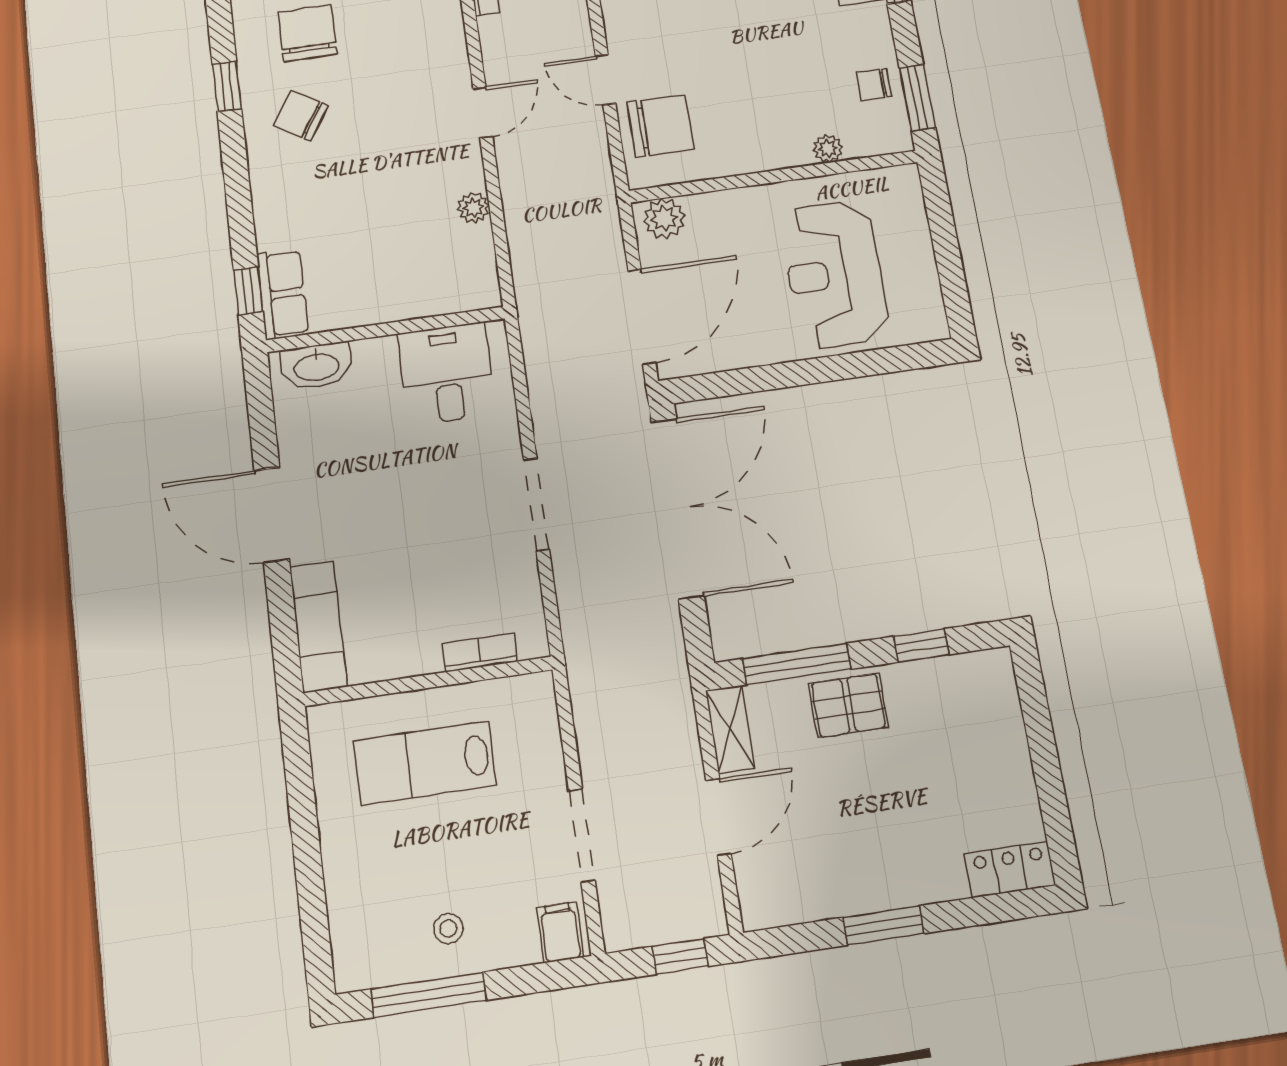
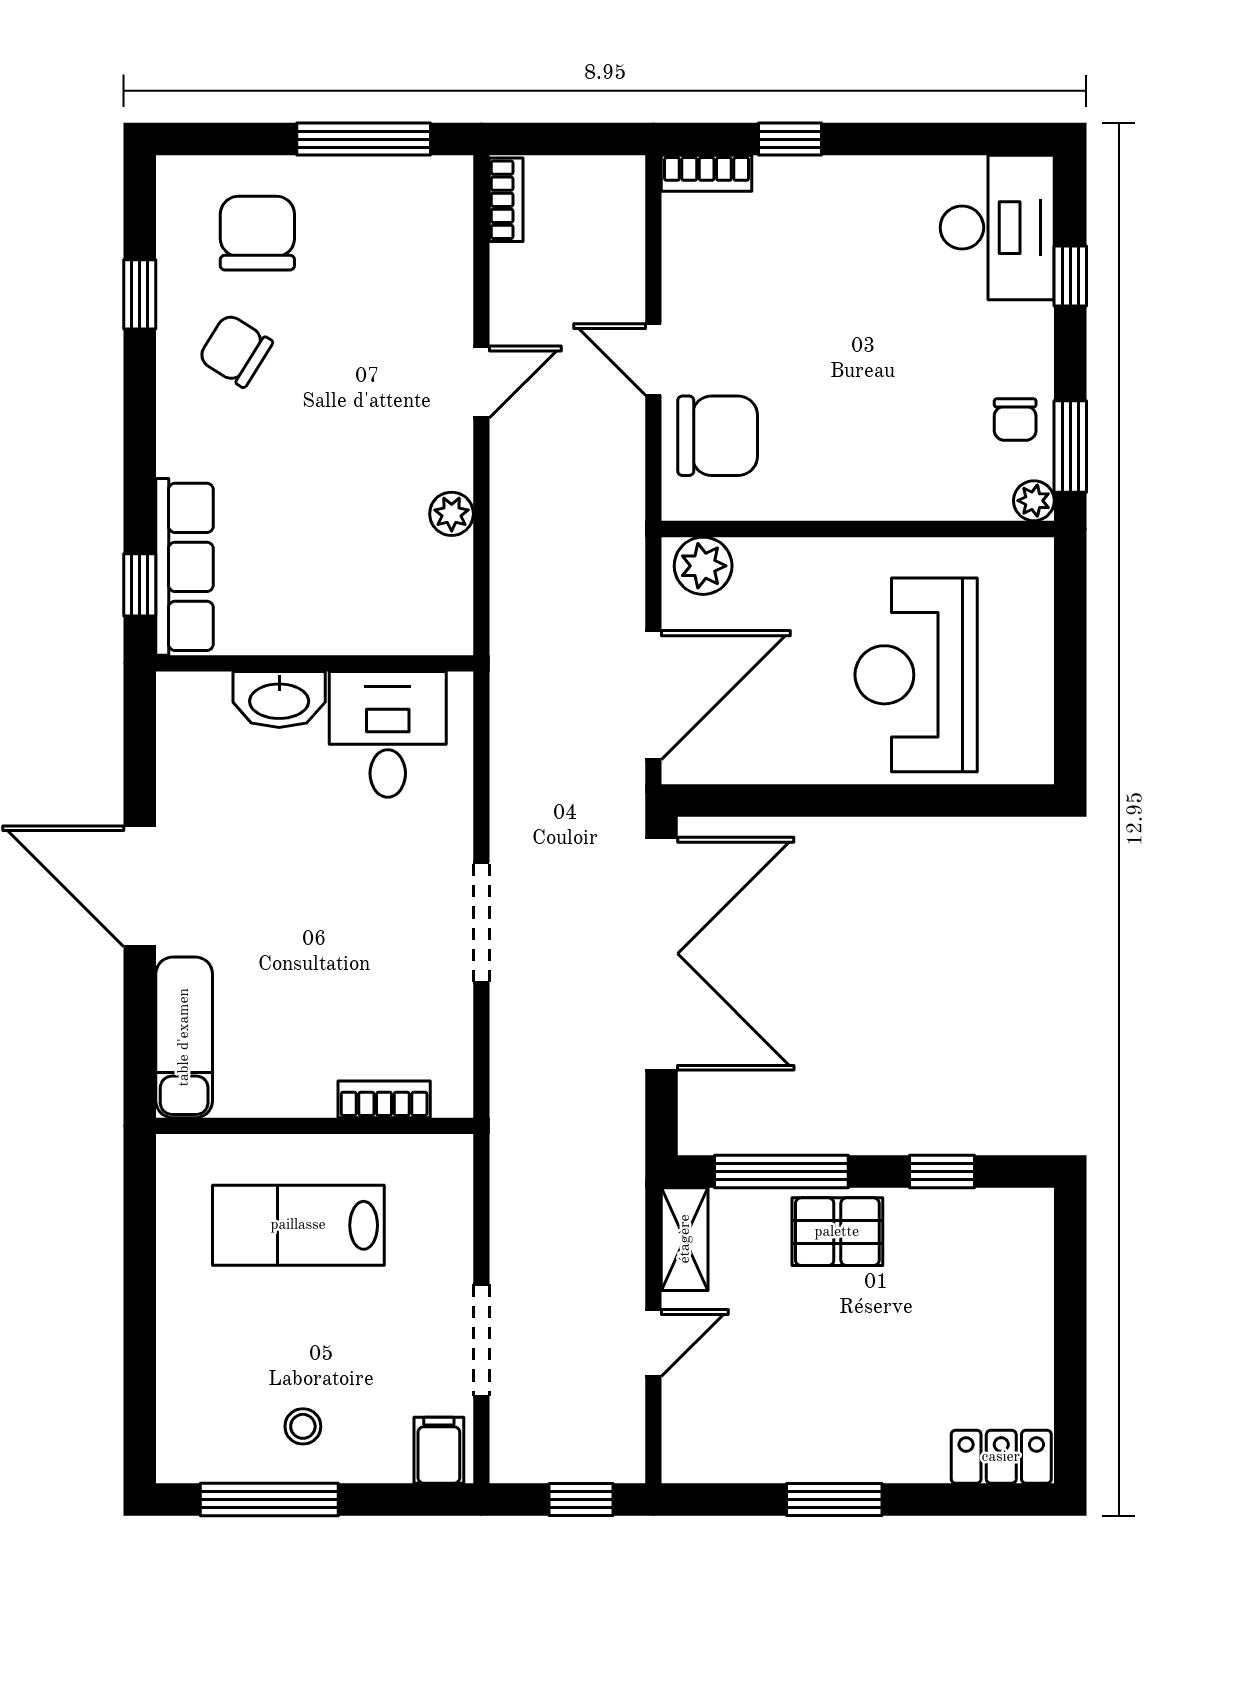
chair: (874, 85) -> (1015, 420), turned -90
plant: (828, 149) -> (1034, 501), moved
row of seats: (283, 294) -> (185, 567), width x1.48
washbasin: (316, 366) -> (279, 700), moved
door: (718, 817) -> (653, 1343), width x0.73

